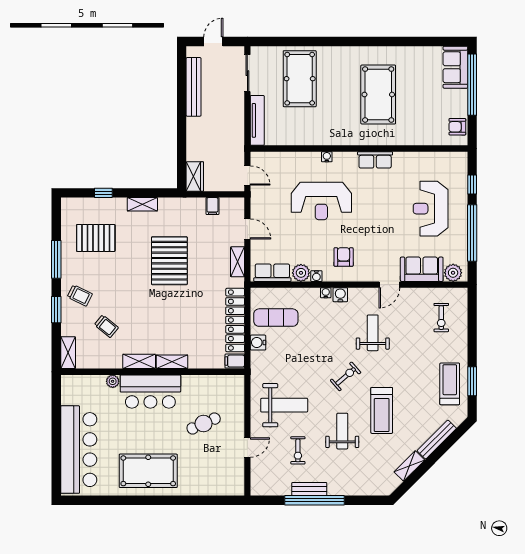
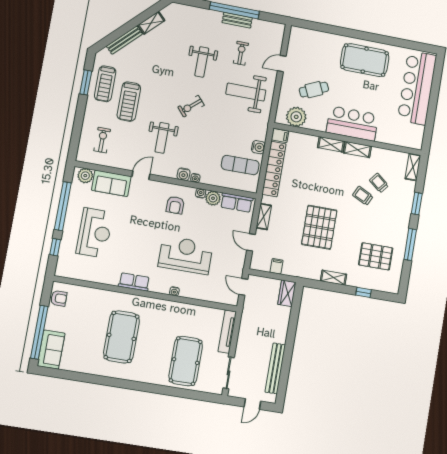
trolley: (80, 295) -> (363, 196), moved
plant: (113, 381) -> (296, 117), moved, width x1.88, depth x1.88
treadmill: (382, 410) -> (129, 102), moved, turned 180

